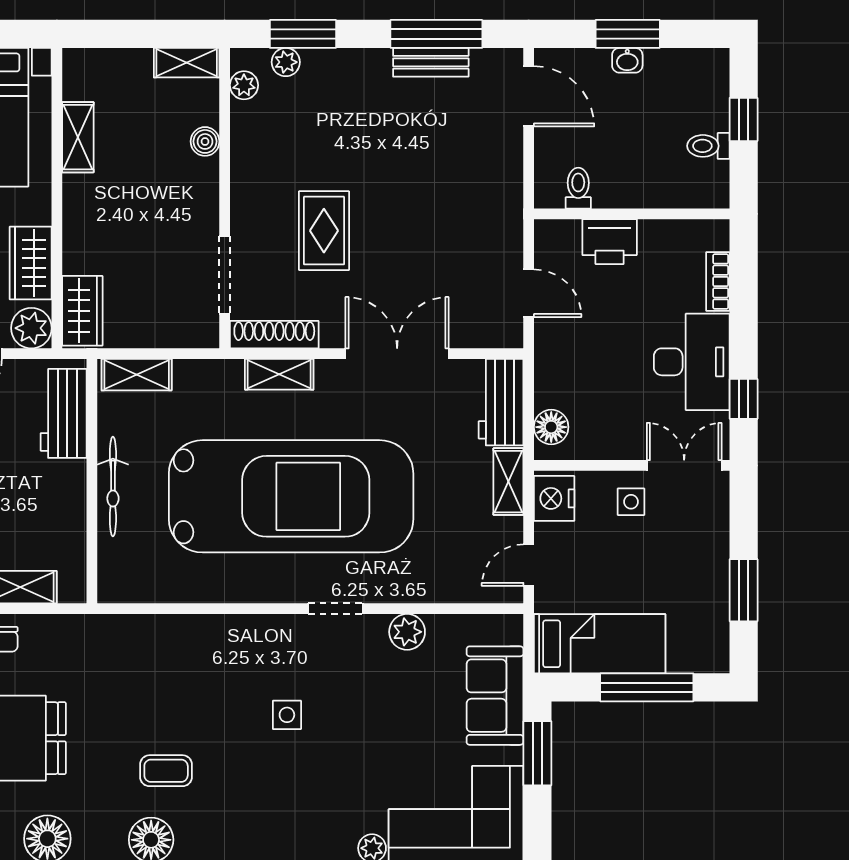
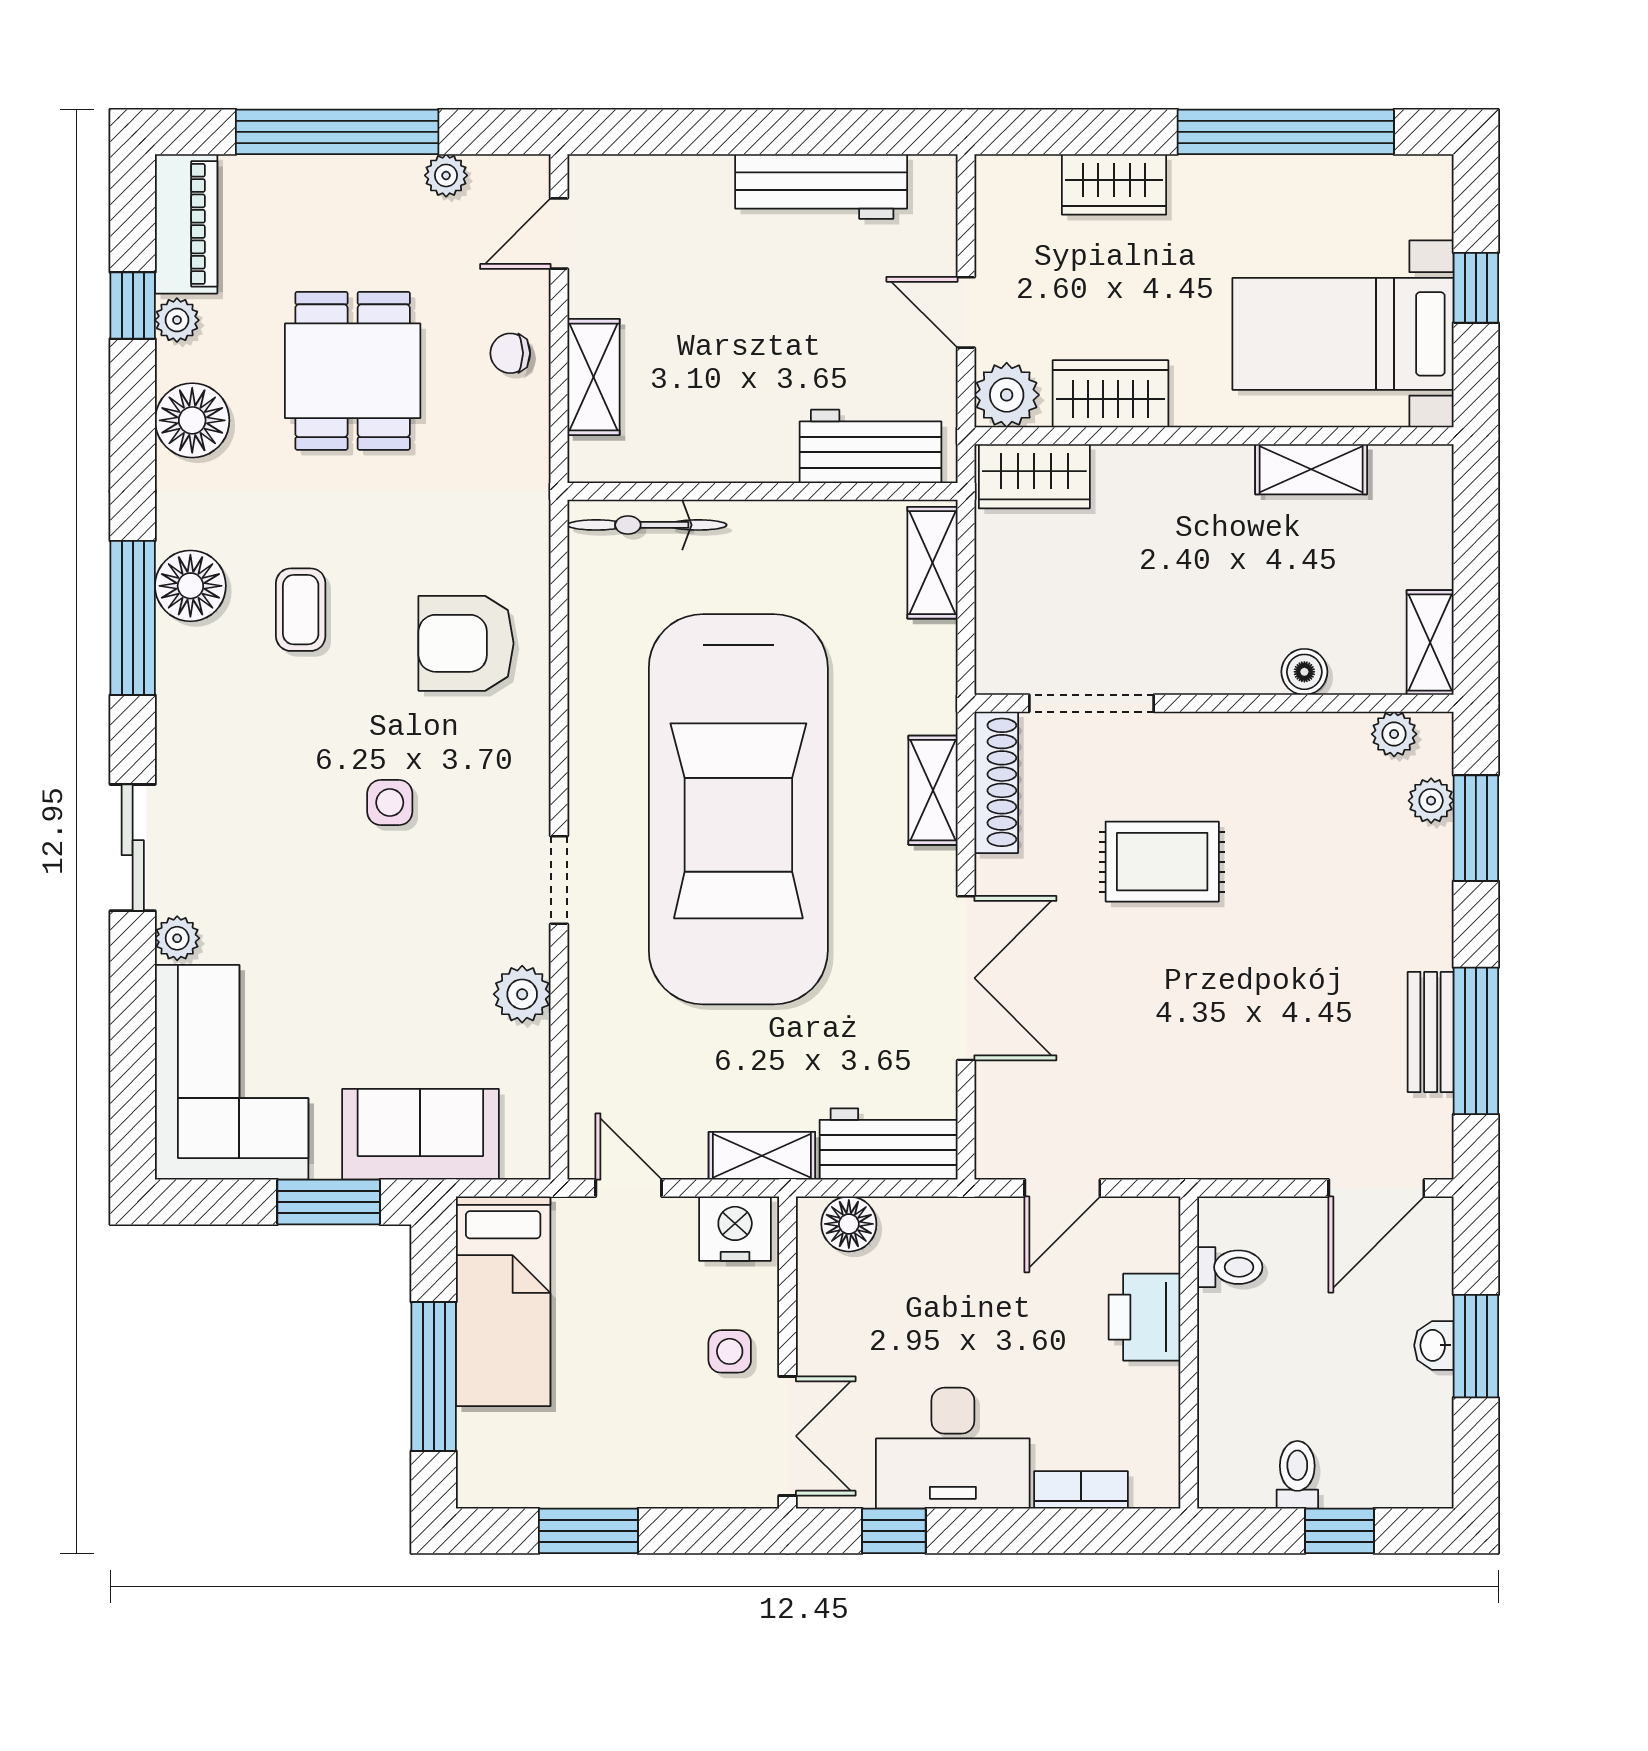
bicycle: (113, 486) -> (647, 525), moved
armchair: (187, 667) -> (466, 643), added

